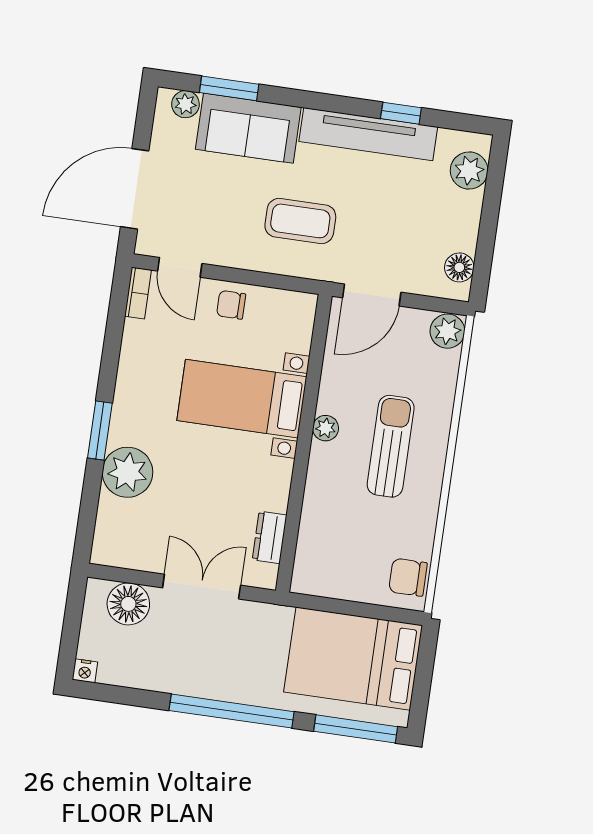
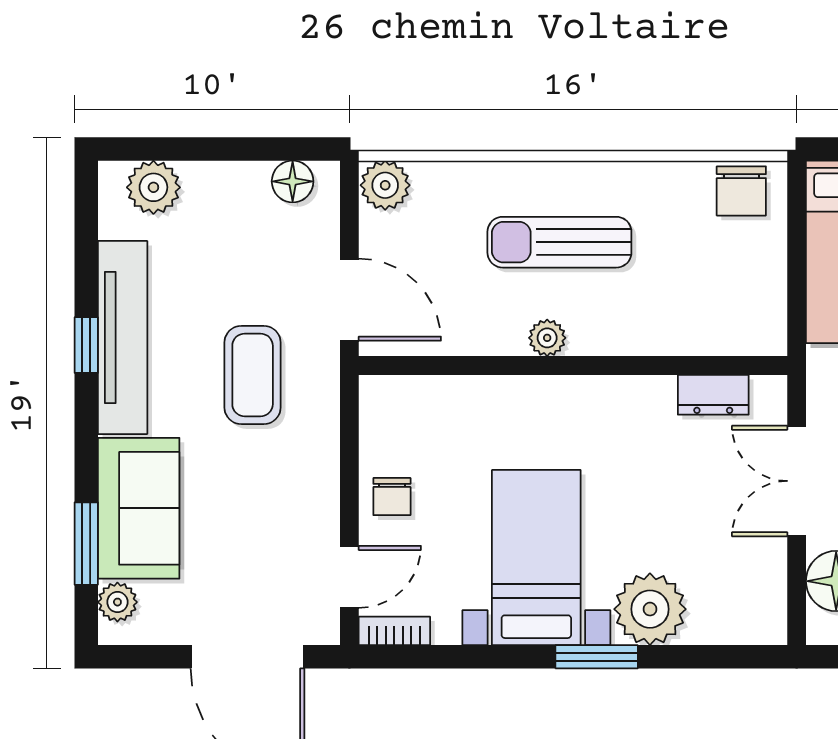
window: (401, 113) -> (86, 345), moved
coffee table: (300, 221) -> (253, 375), moved
bed with nightstands: (242, 399) -> (536, 558), moved, turned 180

